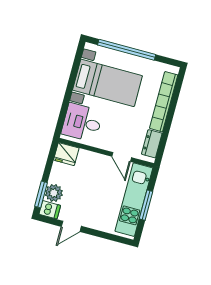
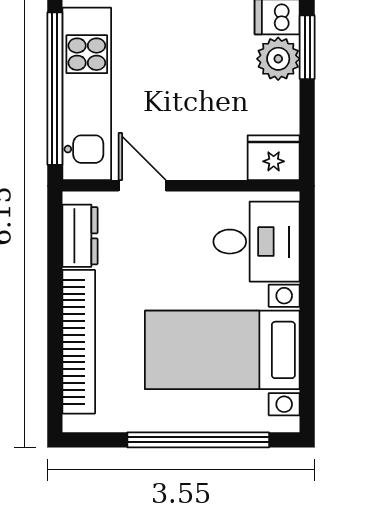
window: (146, 205) -> (55, 89), width x2.11

